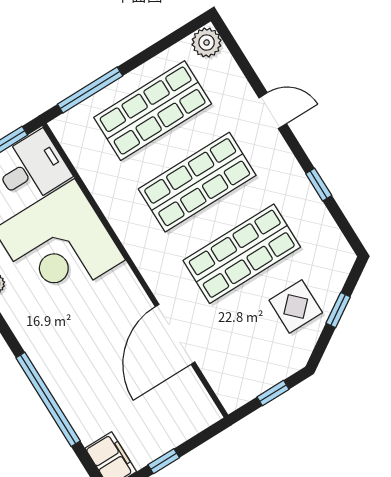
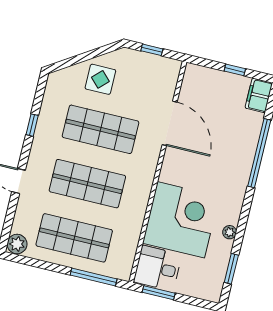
window: (338, 310) -> (82, 58), removed
door: (175, 334) -> (170, 123), hinge flipped

